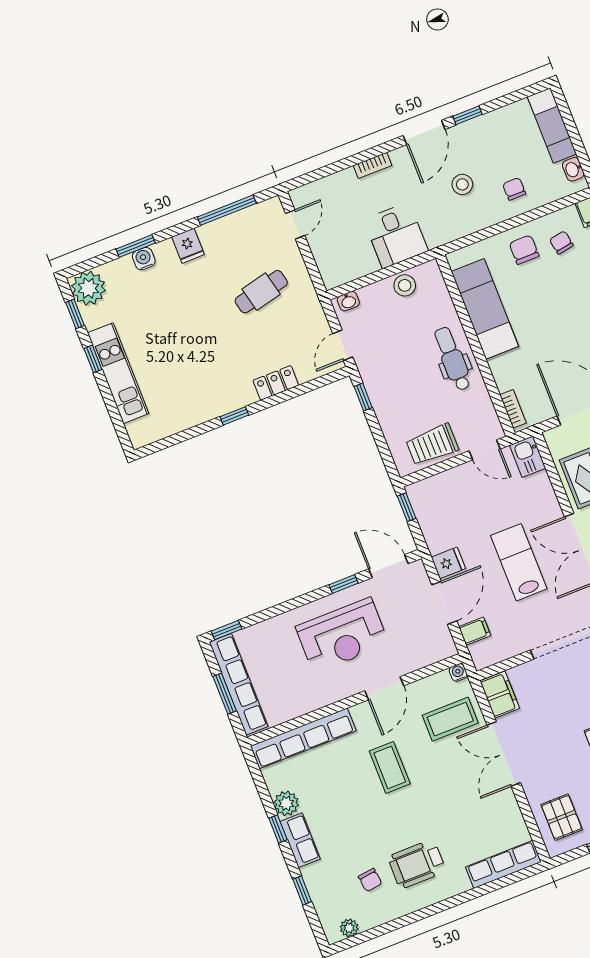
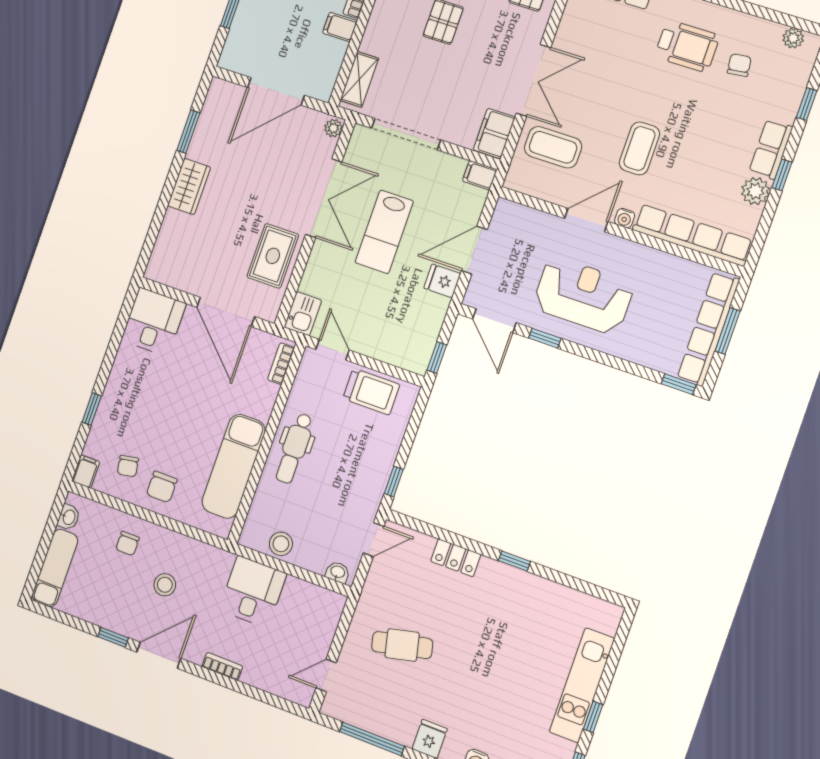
filing cabinet: (475, 631) -> (480, 175), moved
water cooler: (458, 673) -> (625, 218), moved

